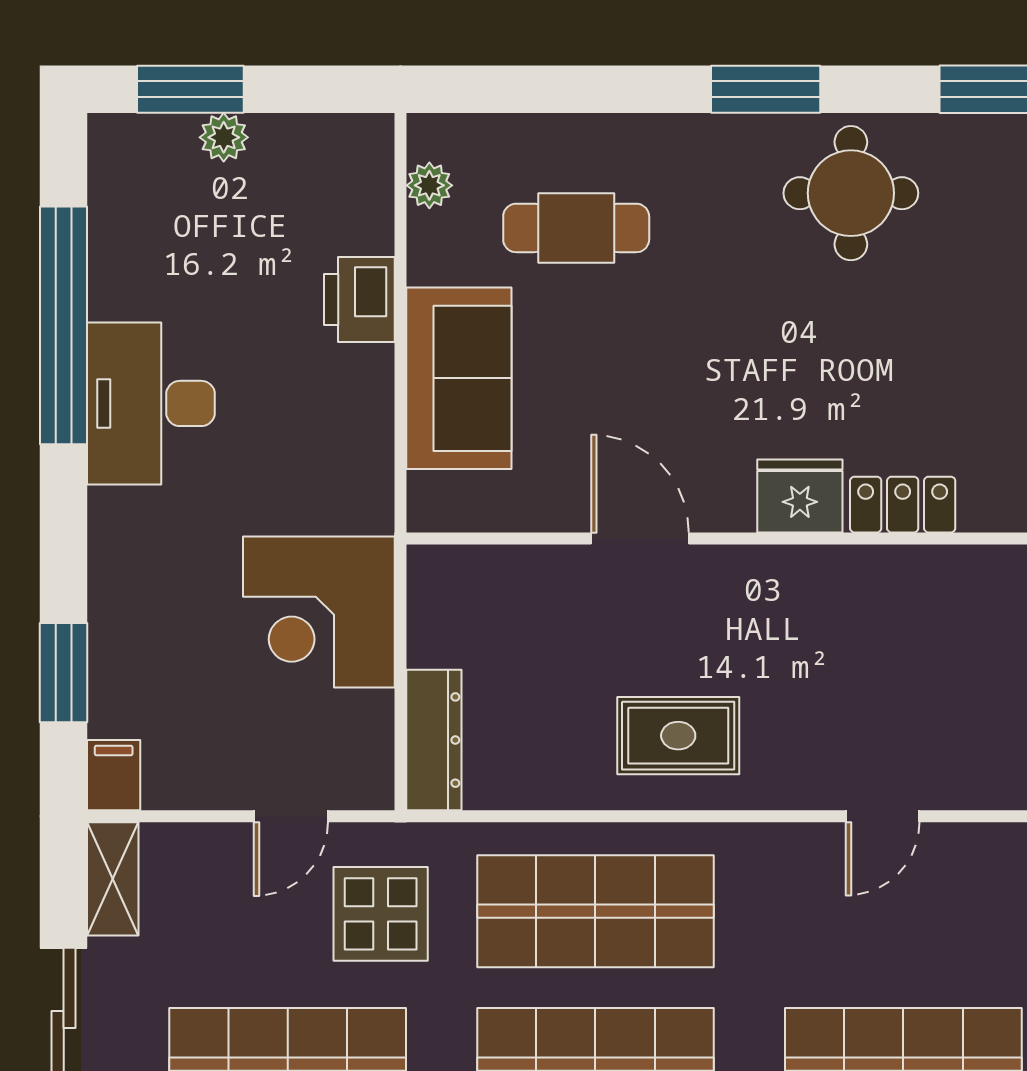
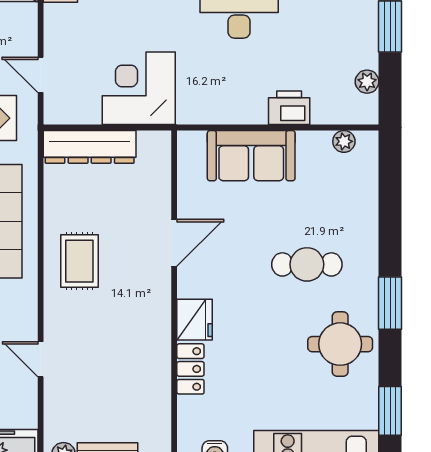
plant: (224, 137) -> (367, 82), moved
cafe table: (576, 228) -> (307, 264), moved, turned 90
dresser: (434, 740) -> (90, 147), width x1.37, depth x1.24

